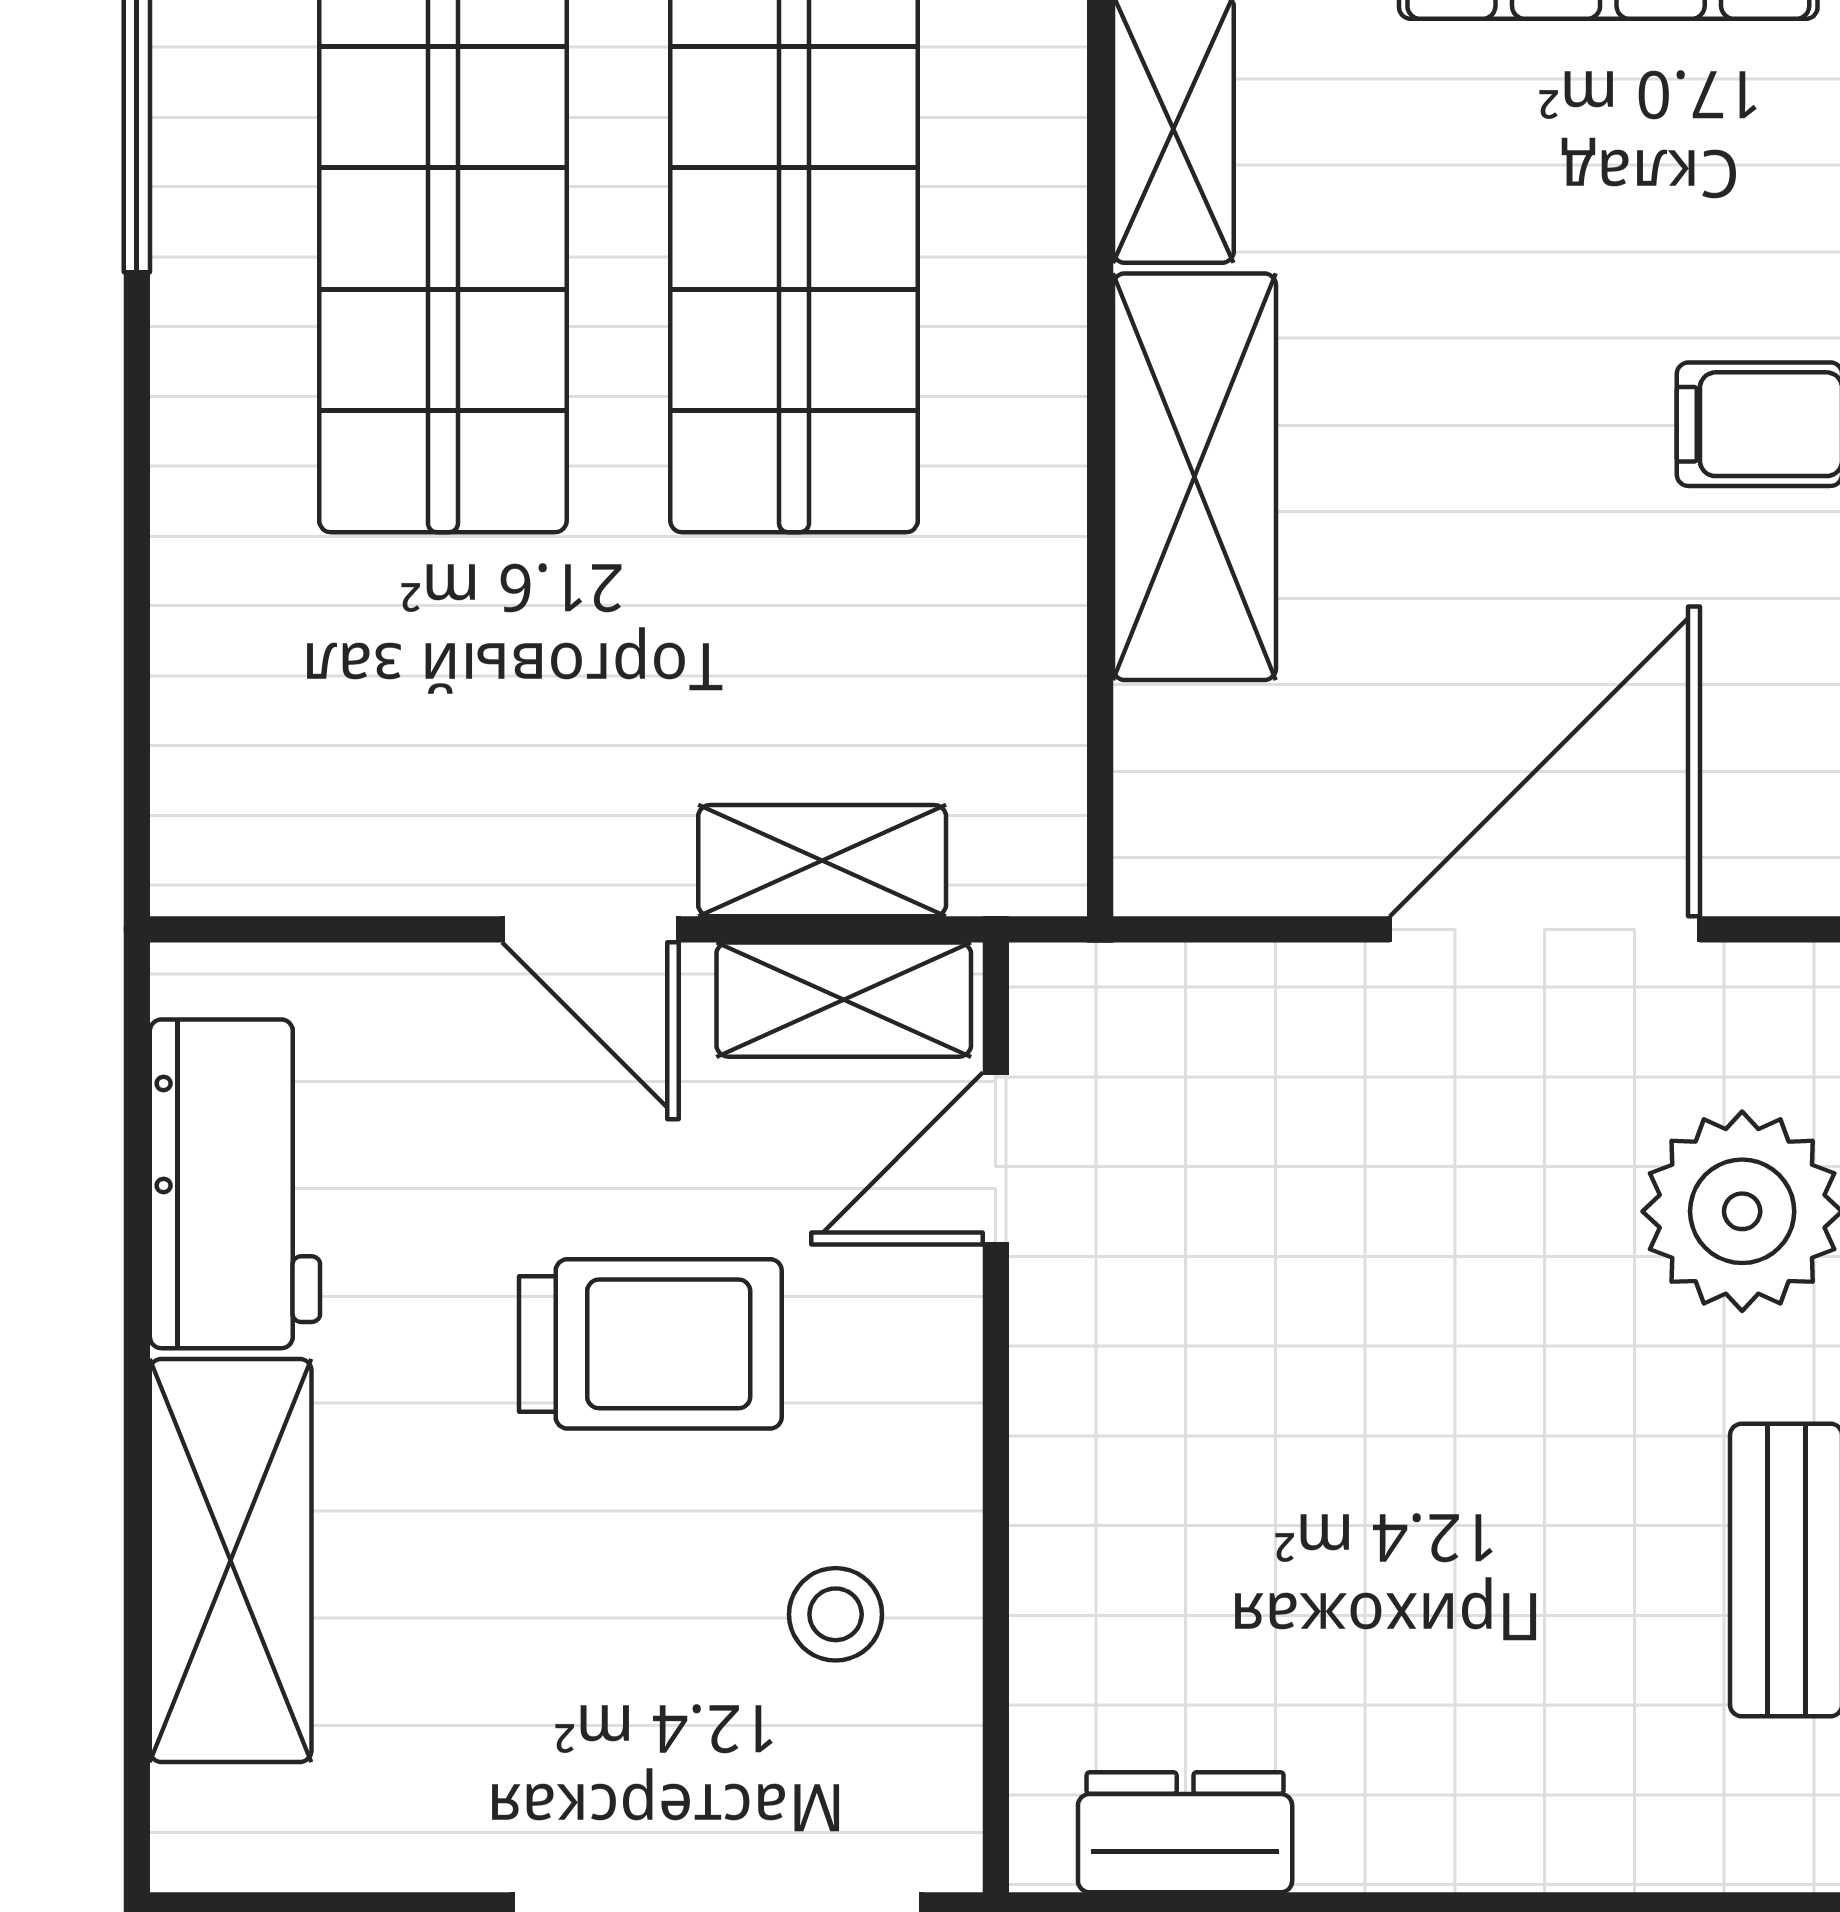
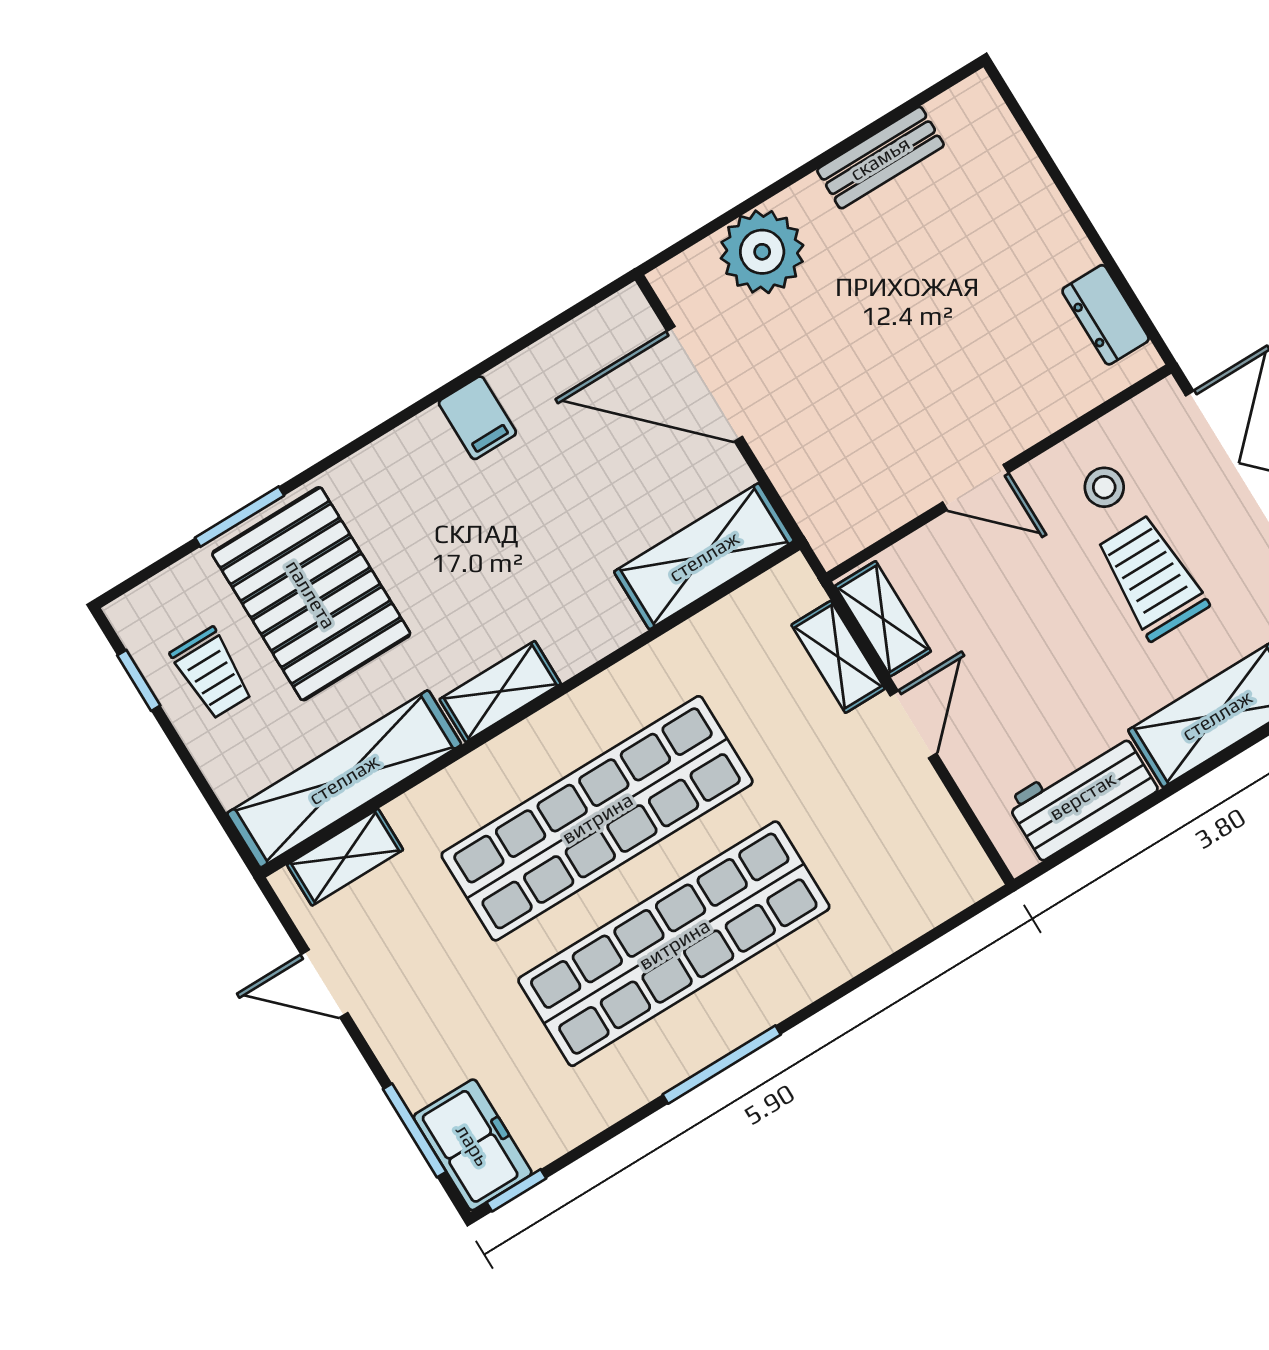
shelving: (1194, 477) -> (704, 556), moved
door: (996, 1158) -> (975, 487), moved
trolley: (650, 1344) -> (1152, 577), moved

